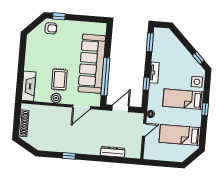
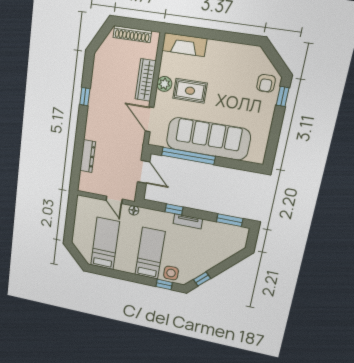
window: (205, 109) -> (164, 284), moved
wardrobe: (54, 112) -> (146, 80), added

